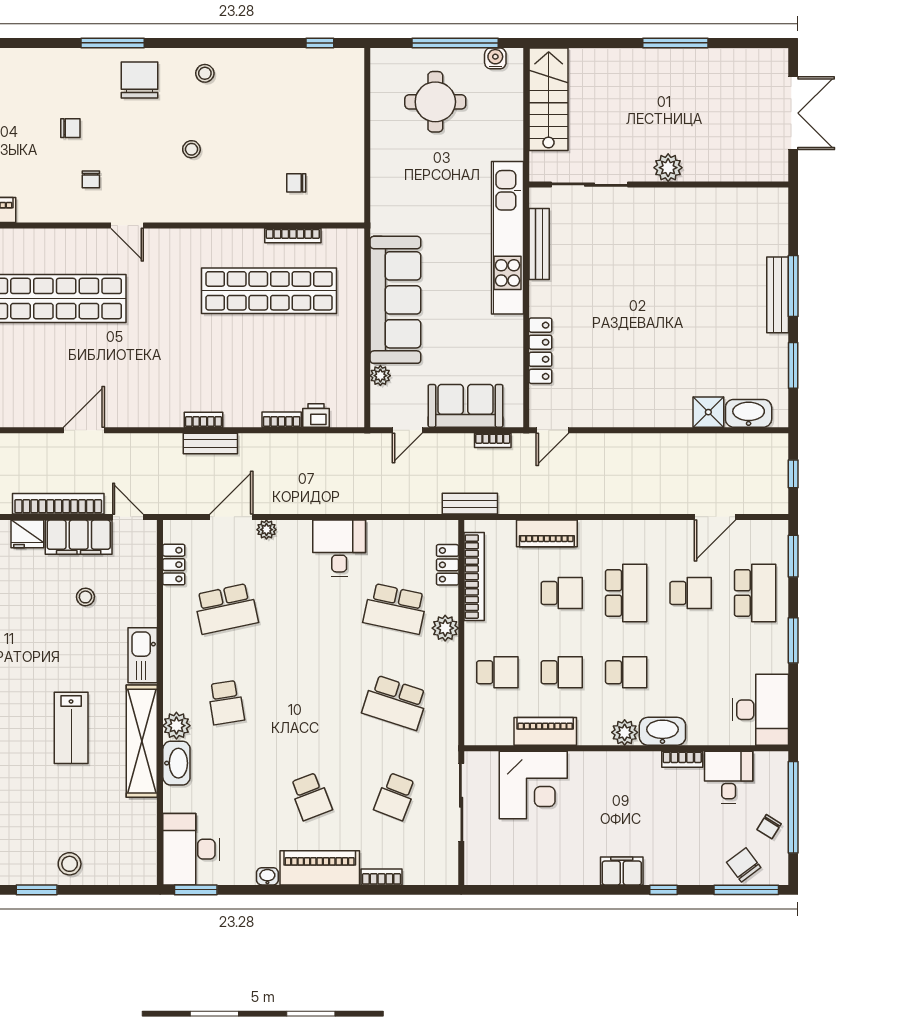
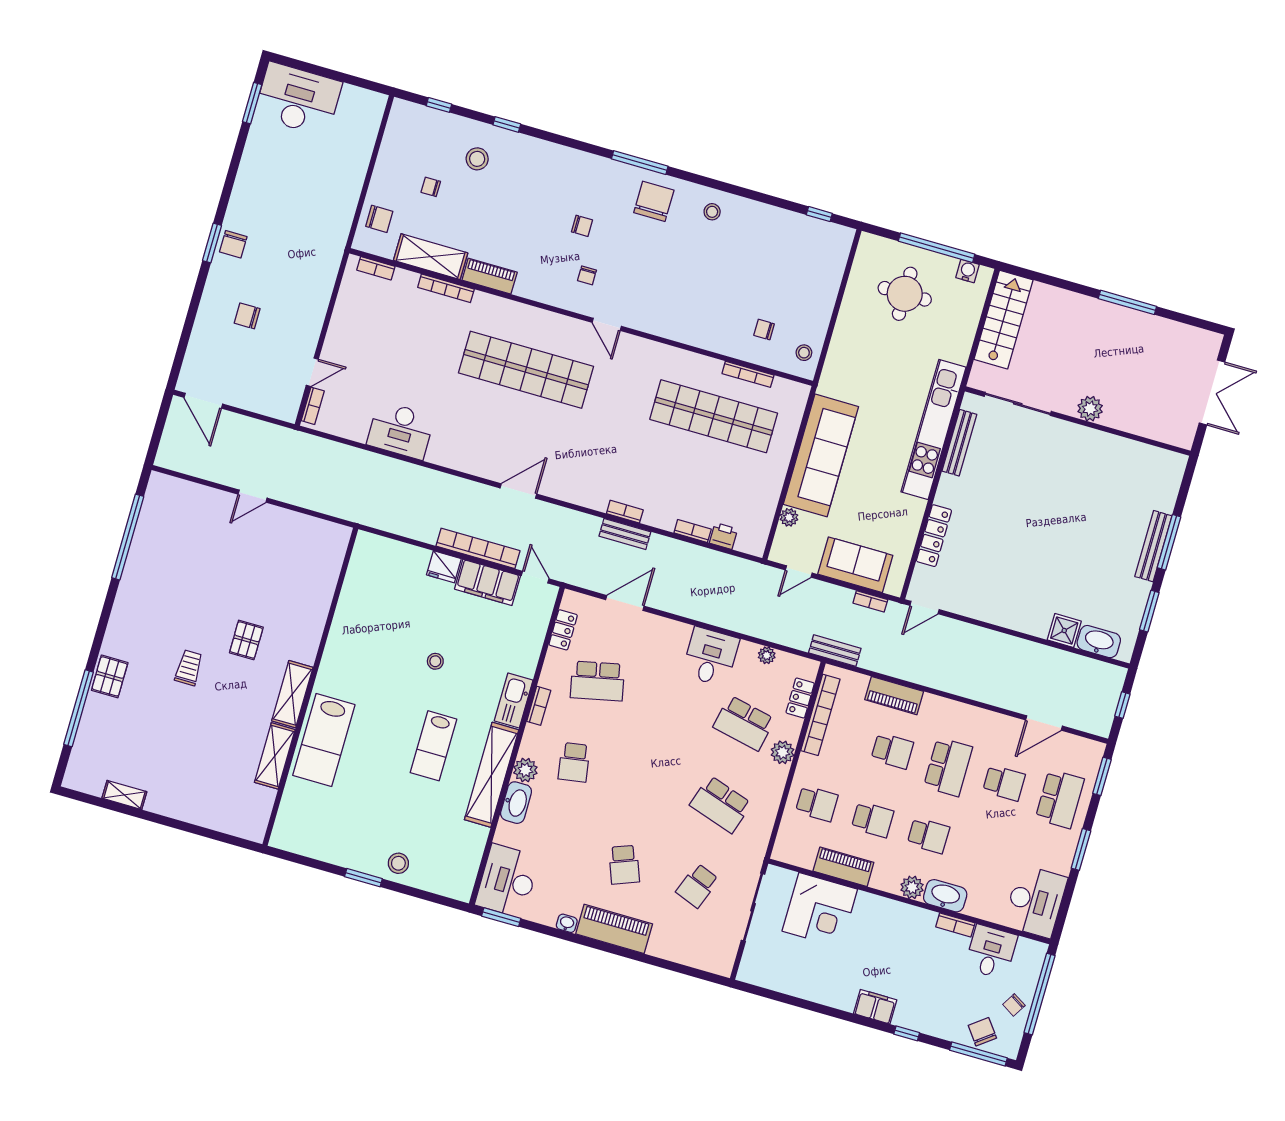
stool: (191, 149) -> (804, 353), moved
plant: (266, 530) -> (767, 655), moved
stool: (85, 597) -> (435, 661), moved
bookcase: (381, 877) -> (539, 706), moved, turned 90

